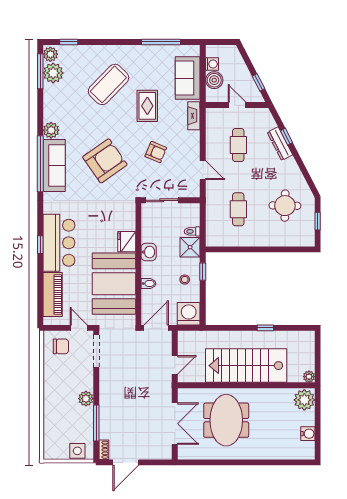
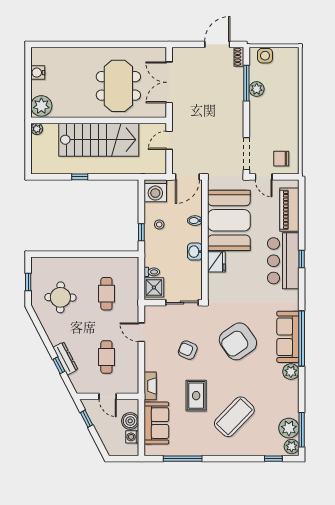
shower: (190, 247) -> (154, 287), moved
plant: (86, 399) -> (257, 89), moved

